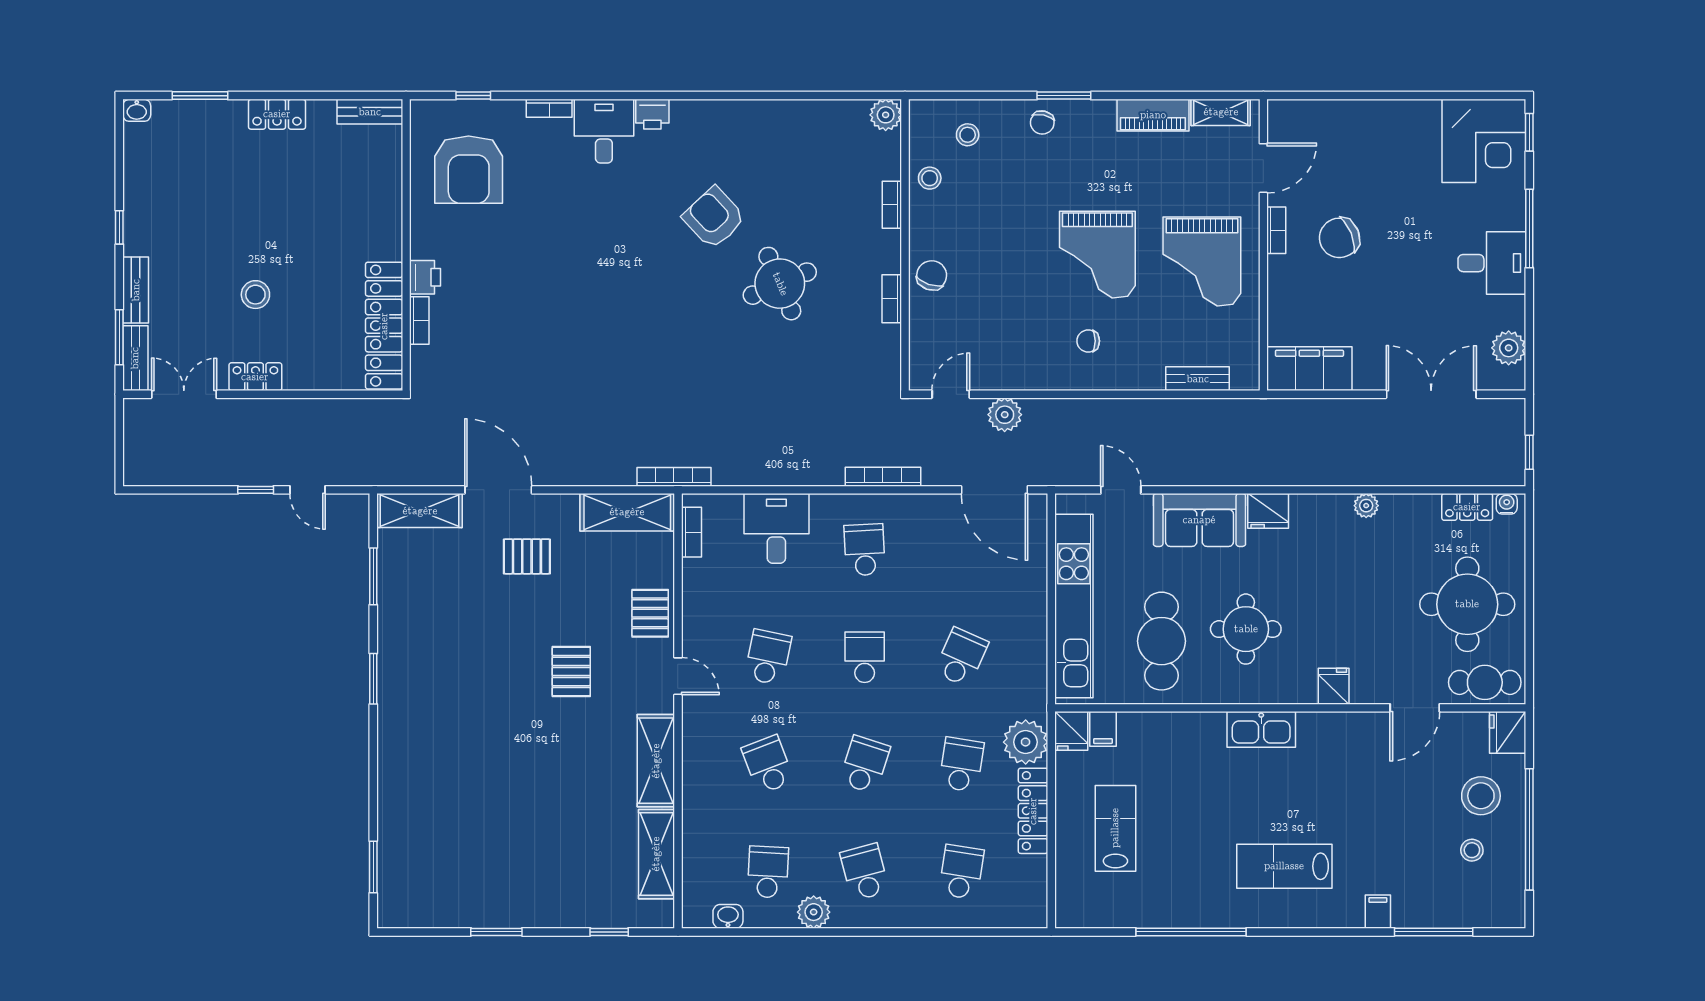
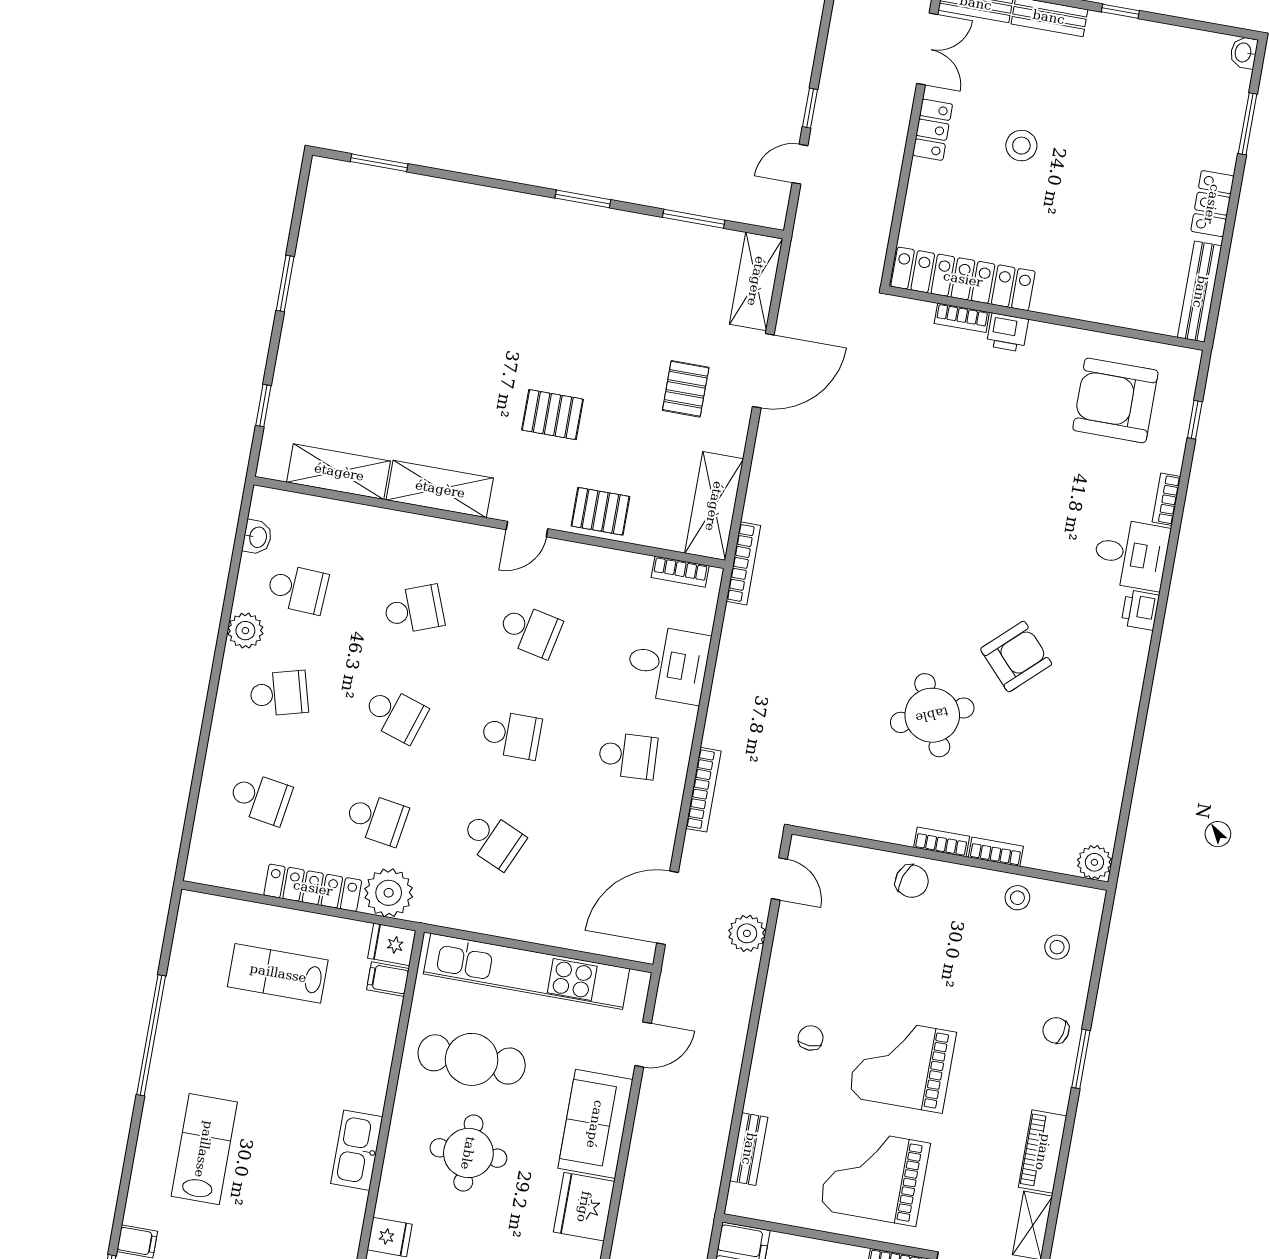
bench: (370, 112) -> (1200, 292), width x1.36
bookcase: (892, 299) -> (942, 842), moved
fridge: (1268, 511) -> (584, 1207), width x1.36, depth x1.34
lab bench: (1115, 828) -> (278, 973), turned 180

